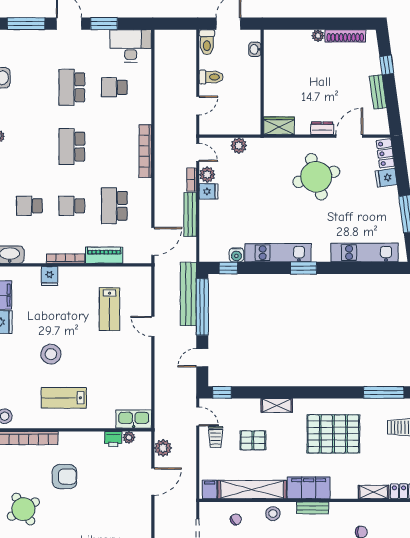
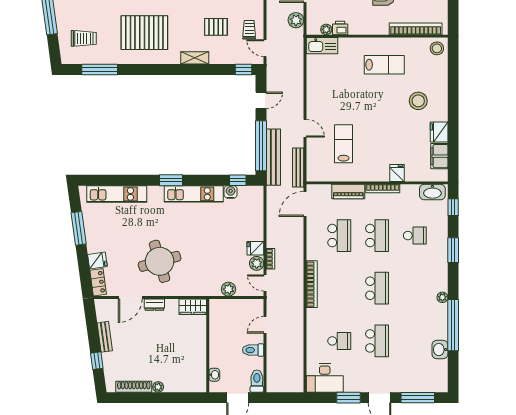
school desk: (72, 206) -> (377, 236), width x1.85
bench: (190, 215) -> (298, 167), moved
stool: (51, 354) -> (418, 101), moved

